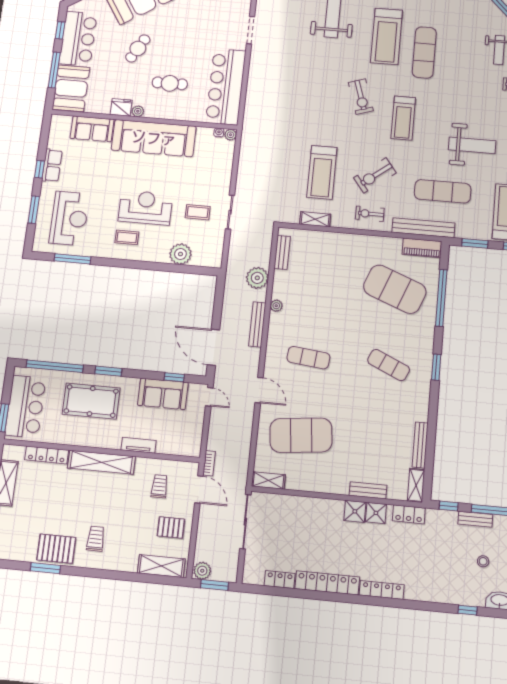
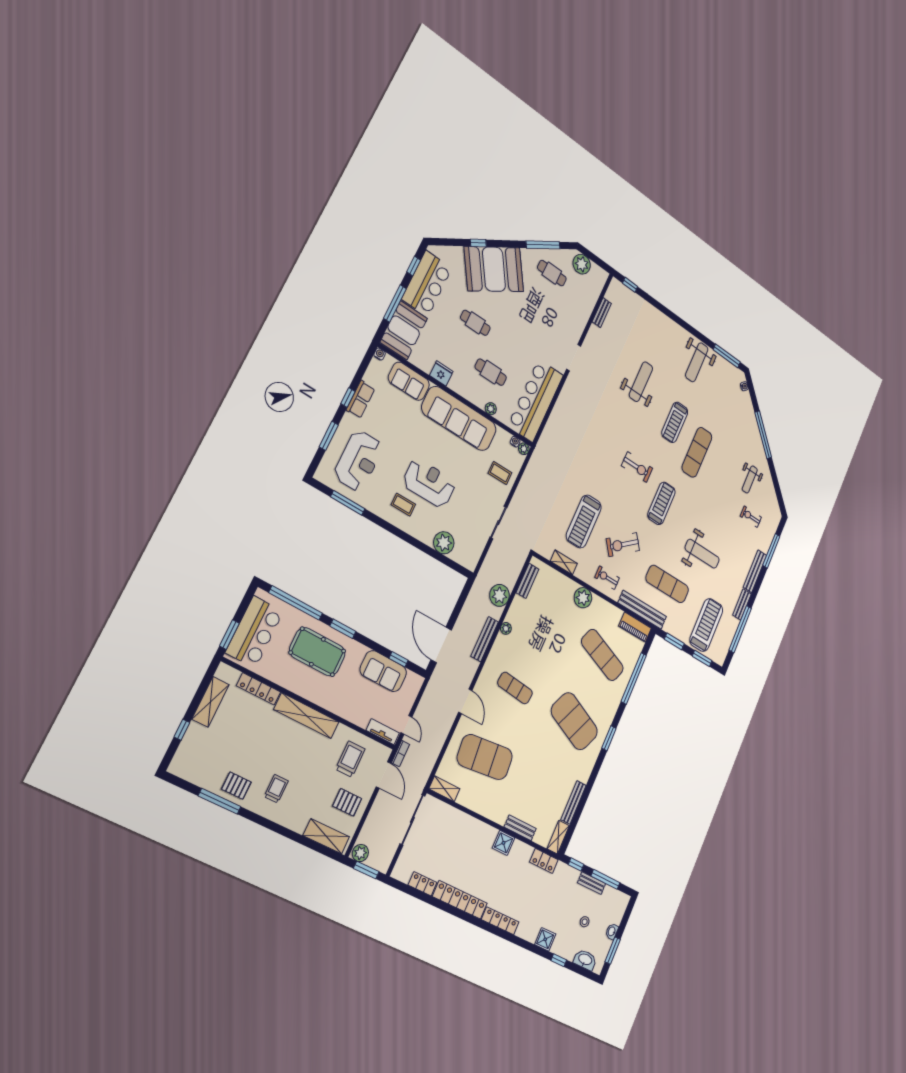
treadmill: (387, 36) -> (675, 422), width x0.73, depth x0.73
cafe table: (138, 48) -> (475, 323), turned 61
exercise bike: (361, 97) -> (637, 467), turned -72
plant: (138, 111) -> (491, 409), moved
treadmill: (403, 118) -> (661, 503), turned 180
water cooler: (56, 119) -> (380, 354), added
coffee table: (198, 212) -> (500, 473), moved
plant: (350, 244) -> (583, 598), added
exercise mat: (395, 289) -> (602, 655), width x0.68
exercise mat: (389, 365) -> (574, 721), width x2.00, depth x1.45
door: (209, 397) -> (406, 725), moved
tv unit: (139, 445) -> (383, 732), moved
trolley: (159, 486) -> (350, 759), width x1.36, depth x1.39
shower: (376, 513) -> (545, 939), moved
pallet: (56, 549) -> (236, 786), width x0.67, depth x0.71
window: (45, 568) -> (220, 801), width x1.44

